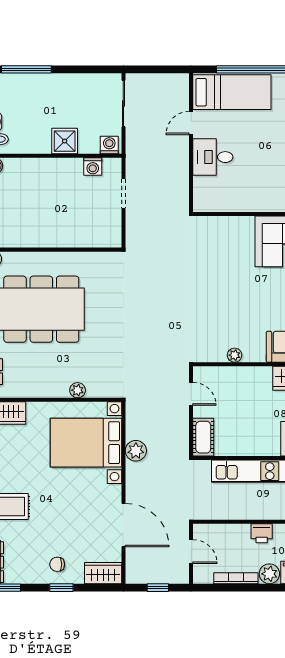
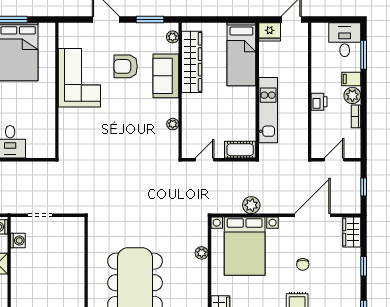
chair: (57, 564) -> (303, 264), moved
bookcase: (236, 578) -> (356, 116), width x0.64

